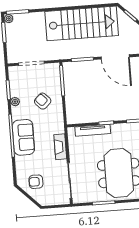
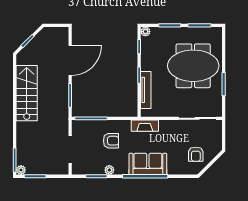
stairs: (82, 23) -> (27, 93), width x0.73, depth x0.66
armchair: (43, 101) -> (111, 141), turned -136
fireplace: (60, 147) -> (145, 126), moved

